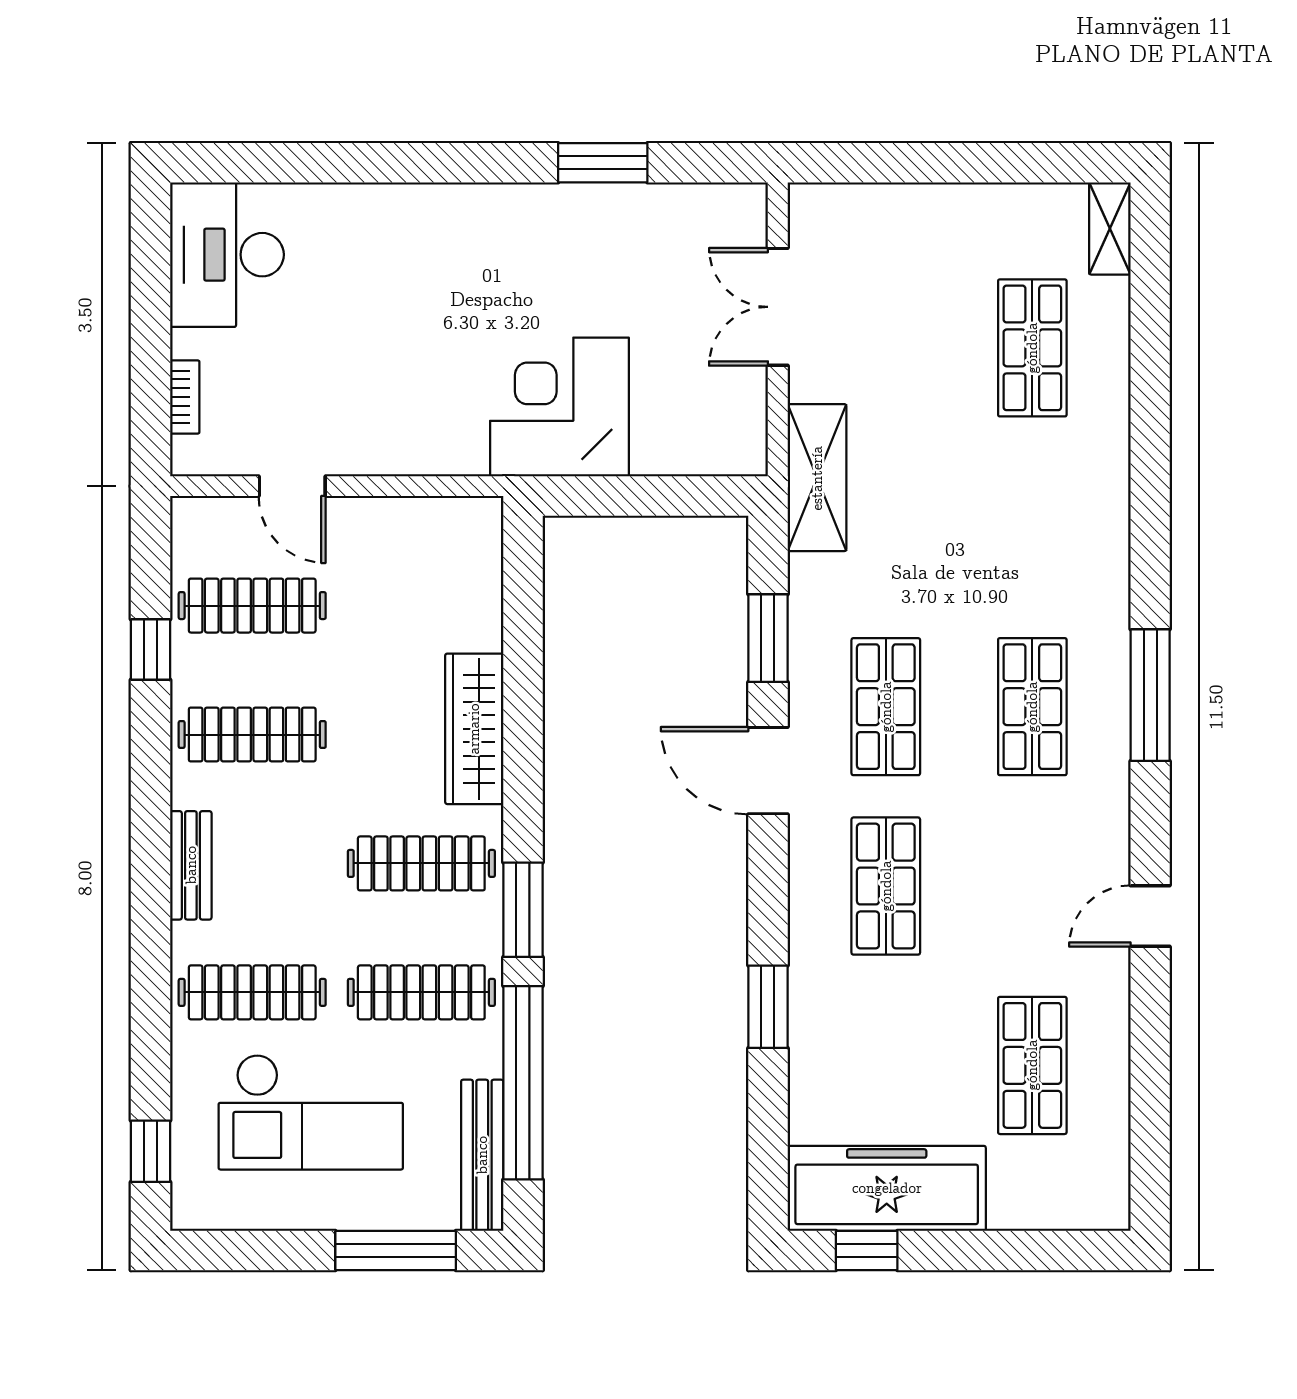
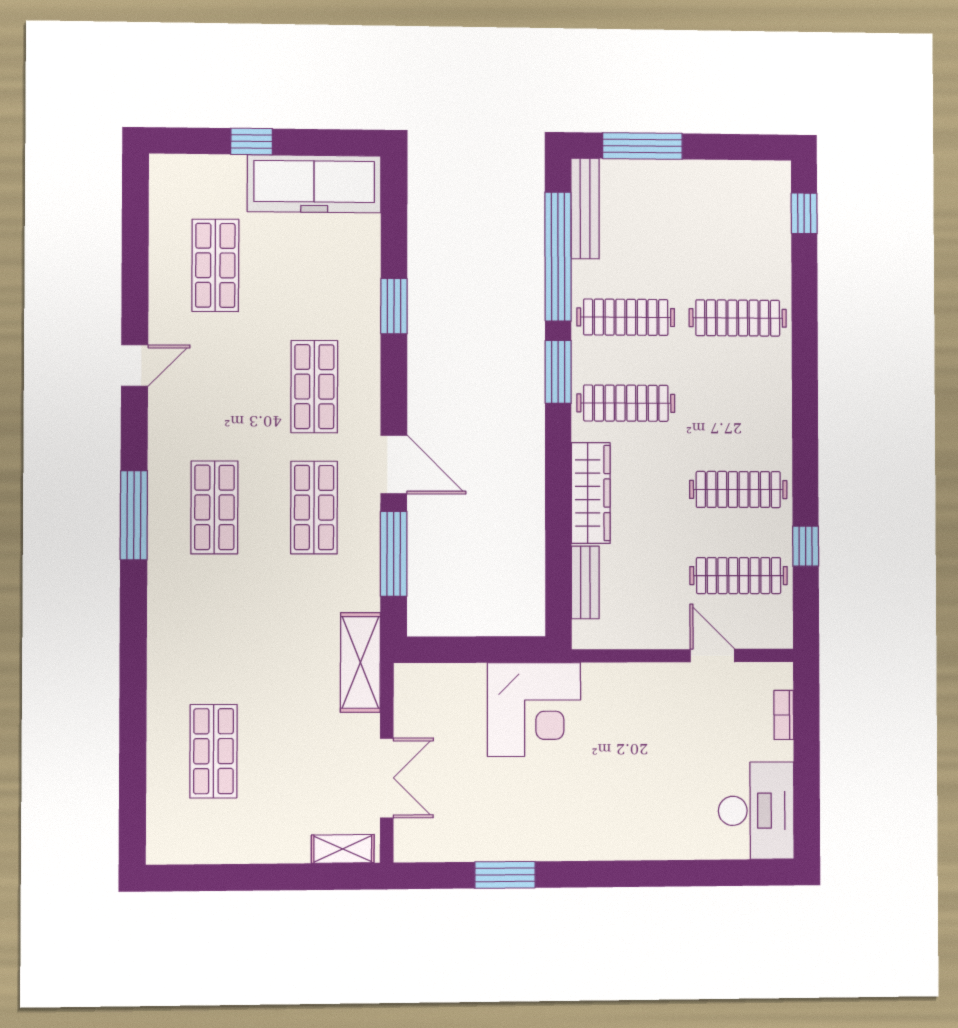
shelving: (1110, 228) -> (343, 849), moved, turned 90
window: (768, 638) -> (394, 554), width x1.44
bench: (191, 865) -> (585, 582), moved
checkout: (311, 1112) -> (699, 238), removed
window: (867, 1251) -> (252, 141), moved

